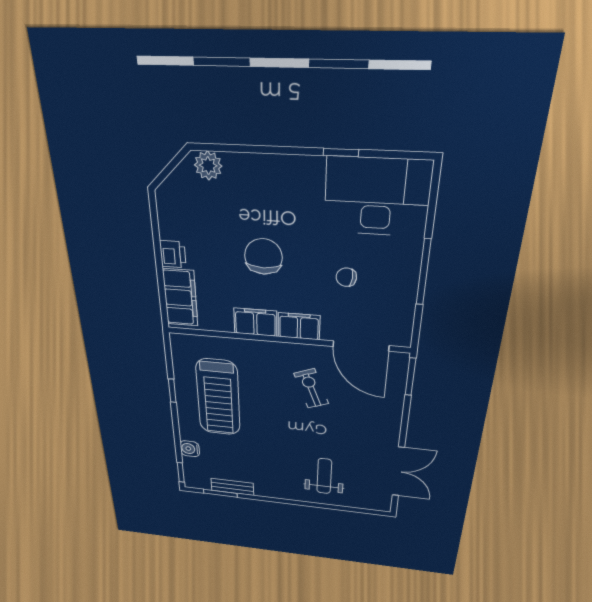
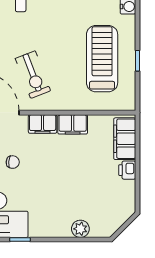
plant: (208, 166) -> (80, 229), moved
chair: (263, 257) -> (66, 173), removed
exercise bike: (311, 388) -> (33, 75), width x1.38, depth x1.39

